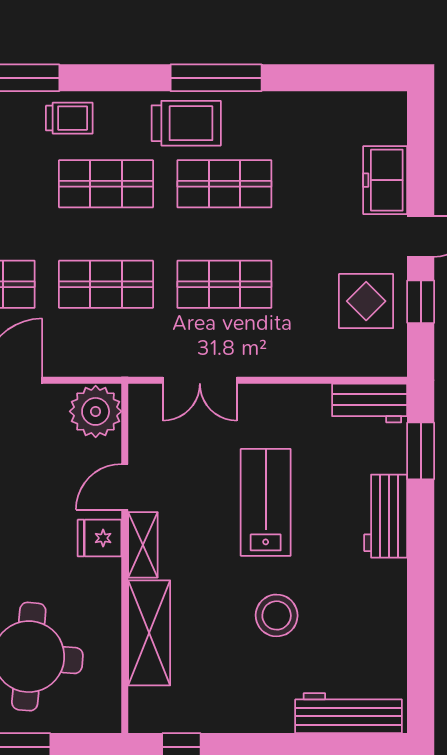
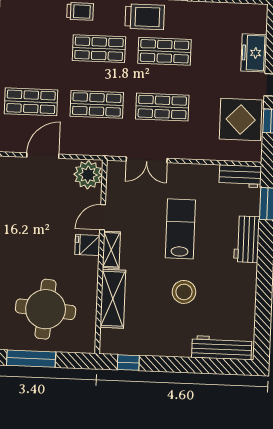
display table: (366, 301) -> (241, 119), width x1.36, depth x1.36

